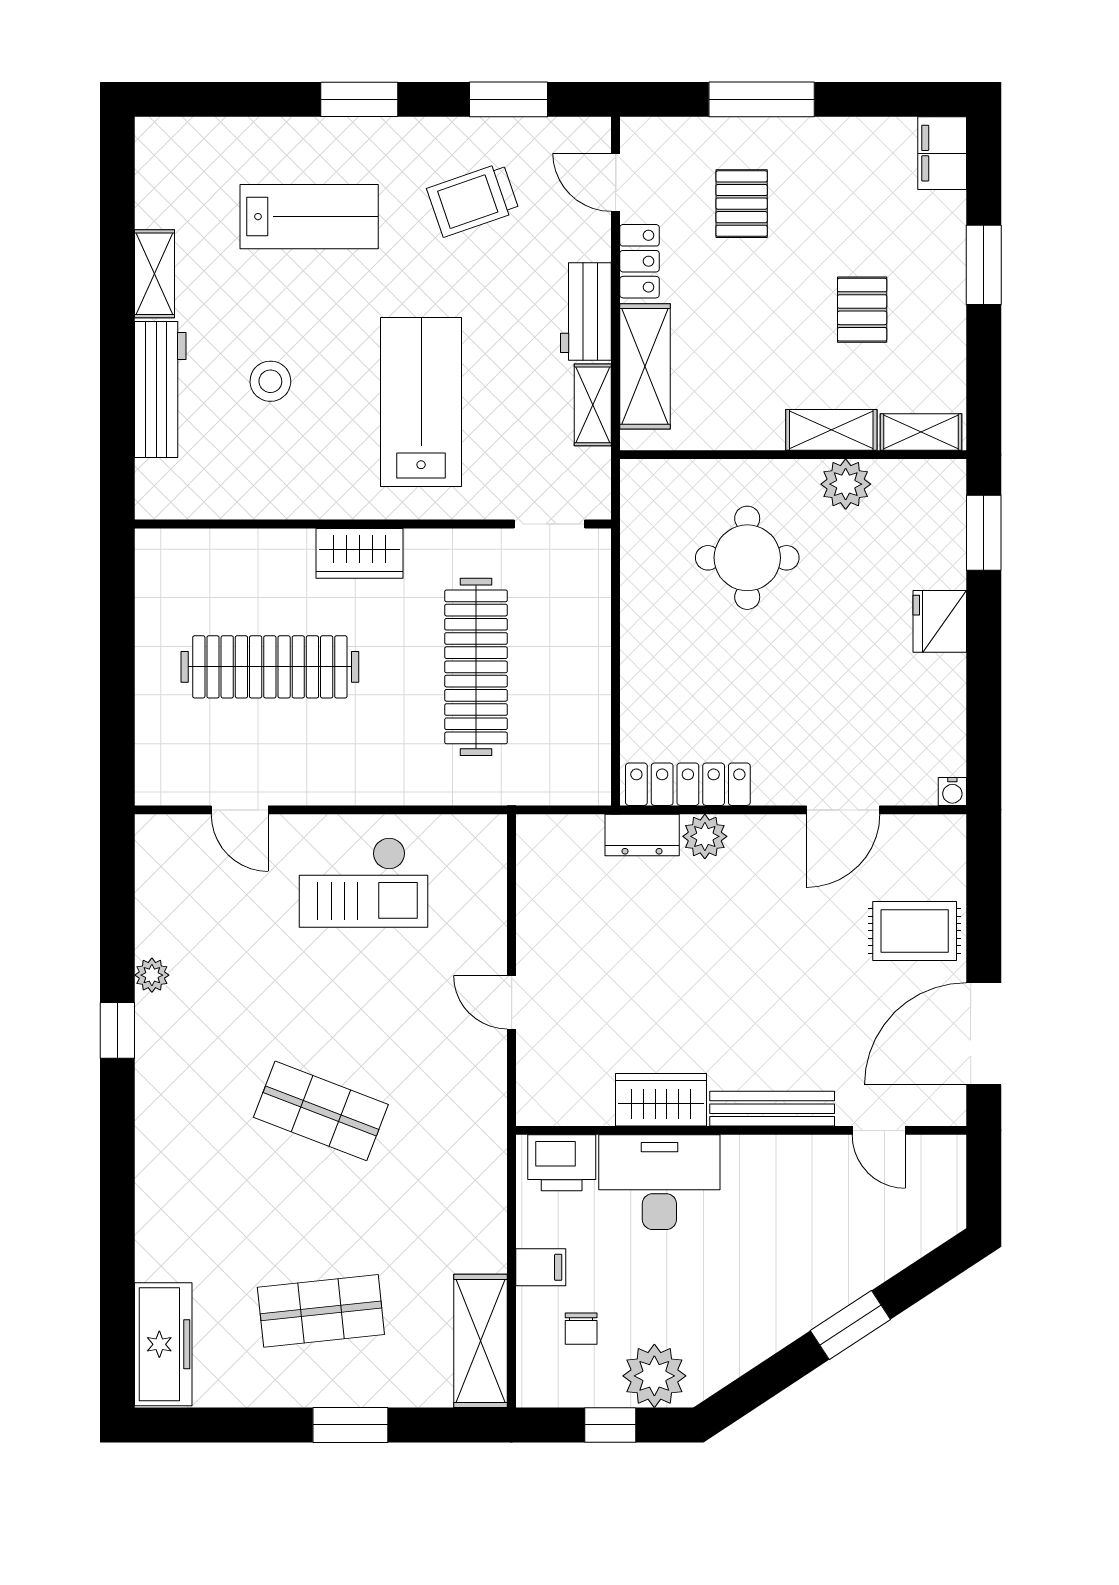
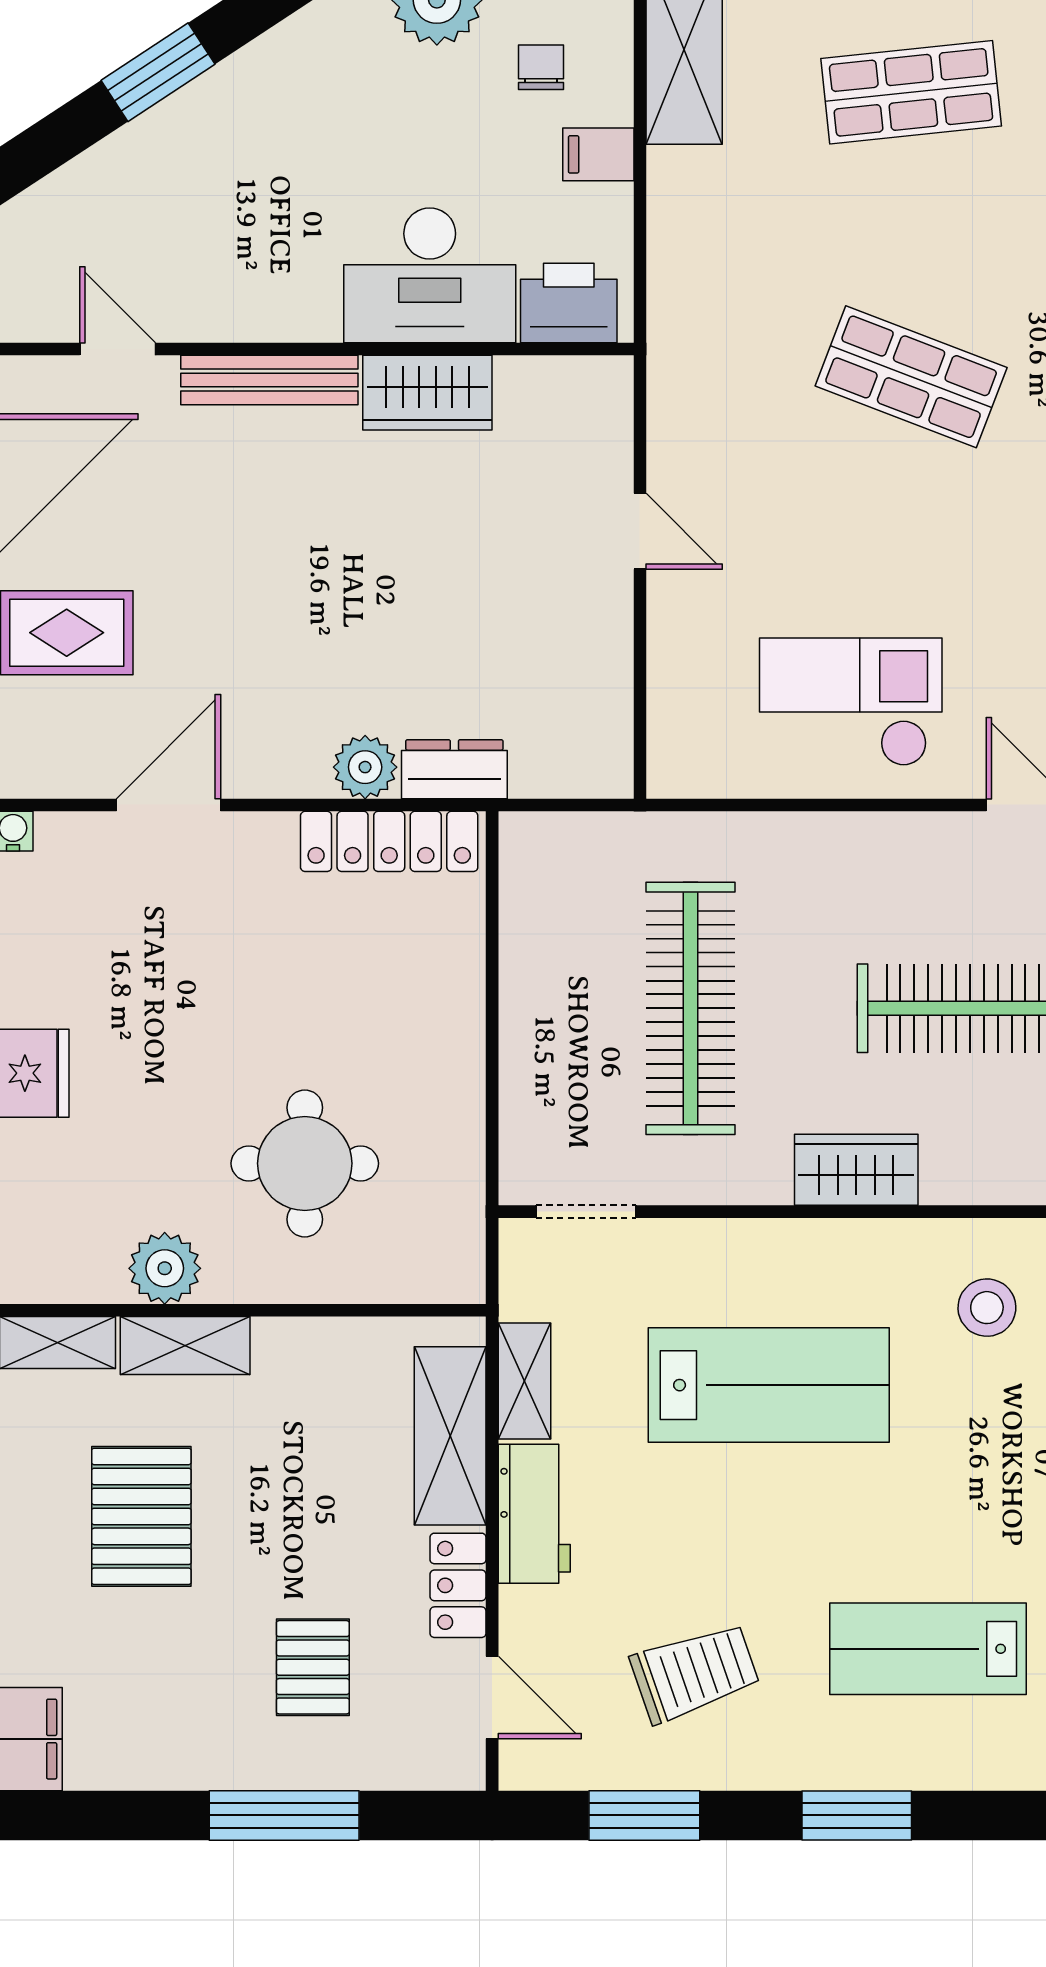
pallet: (862, 310) -> (141, 1516), width x1.50, depth x1.42
stool: (270, 381) -> (987, 1308), moved
lab bench: (421, 402) -> (769, 1385), turned -90

